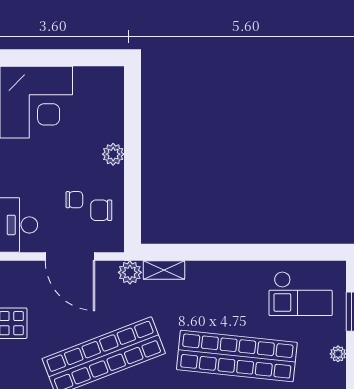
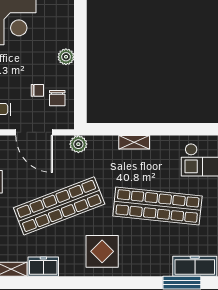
chair: (101, 210) -> (57, 98), turned -90
shelving: (164, 270) -> (134, 142), moved

